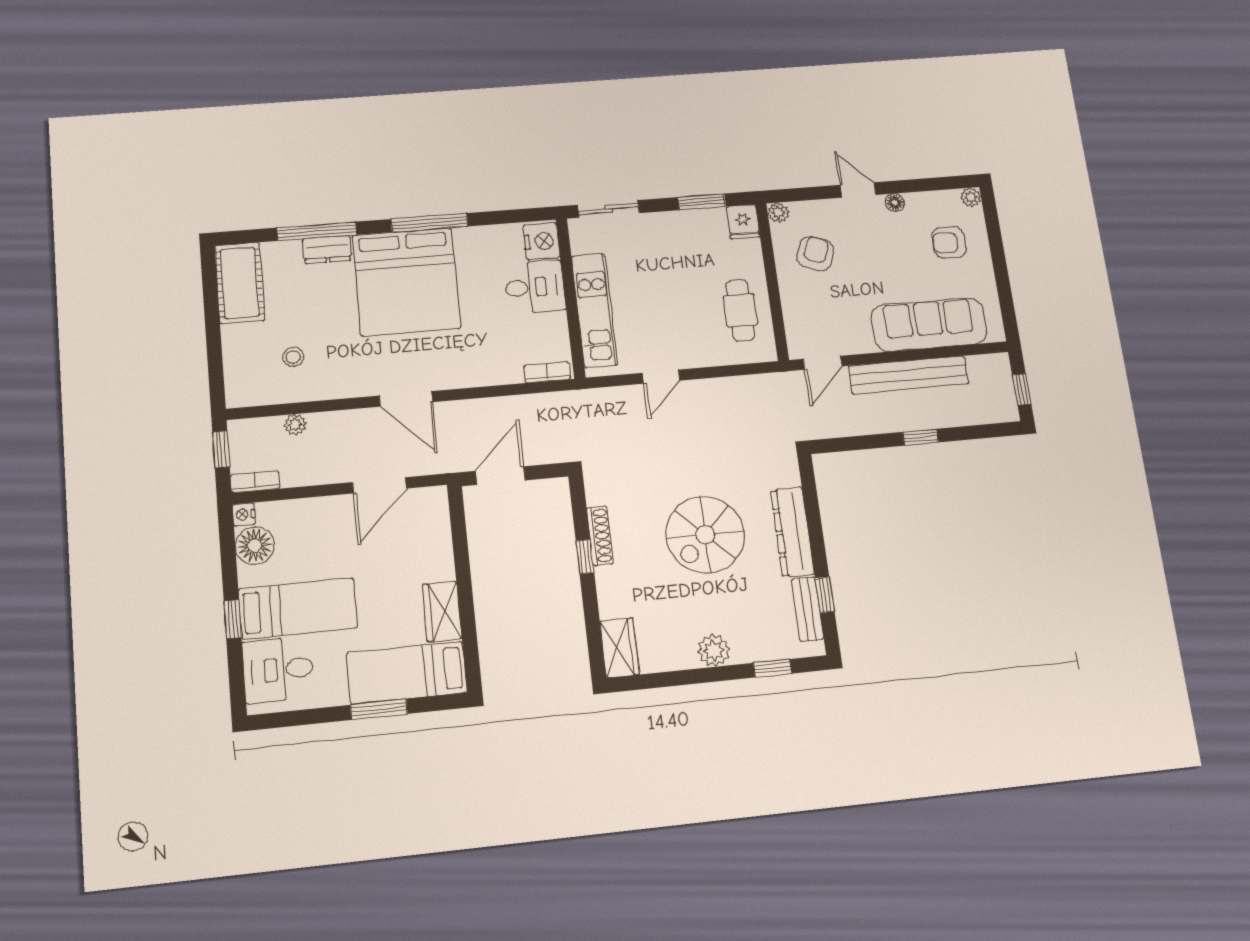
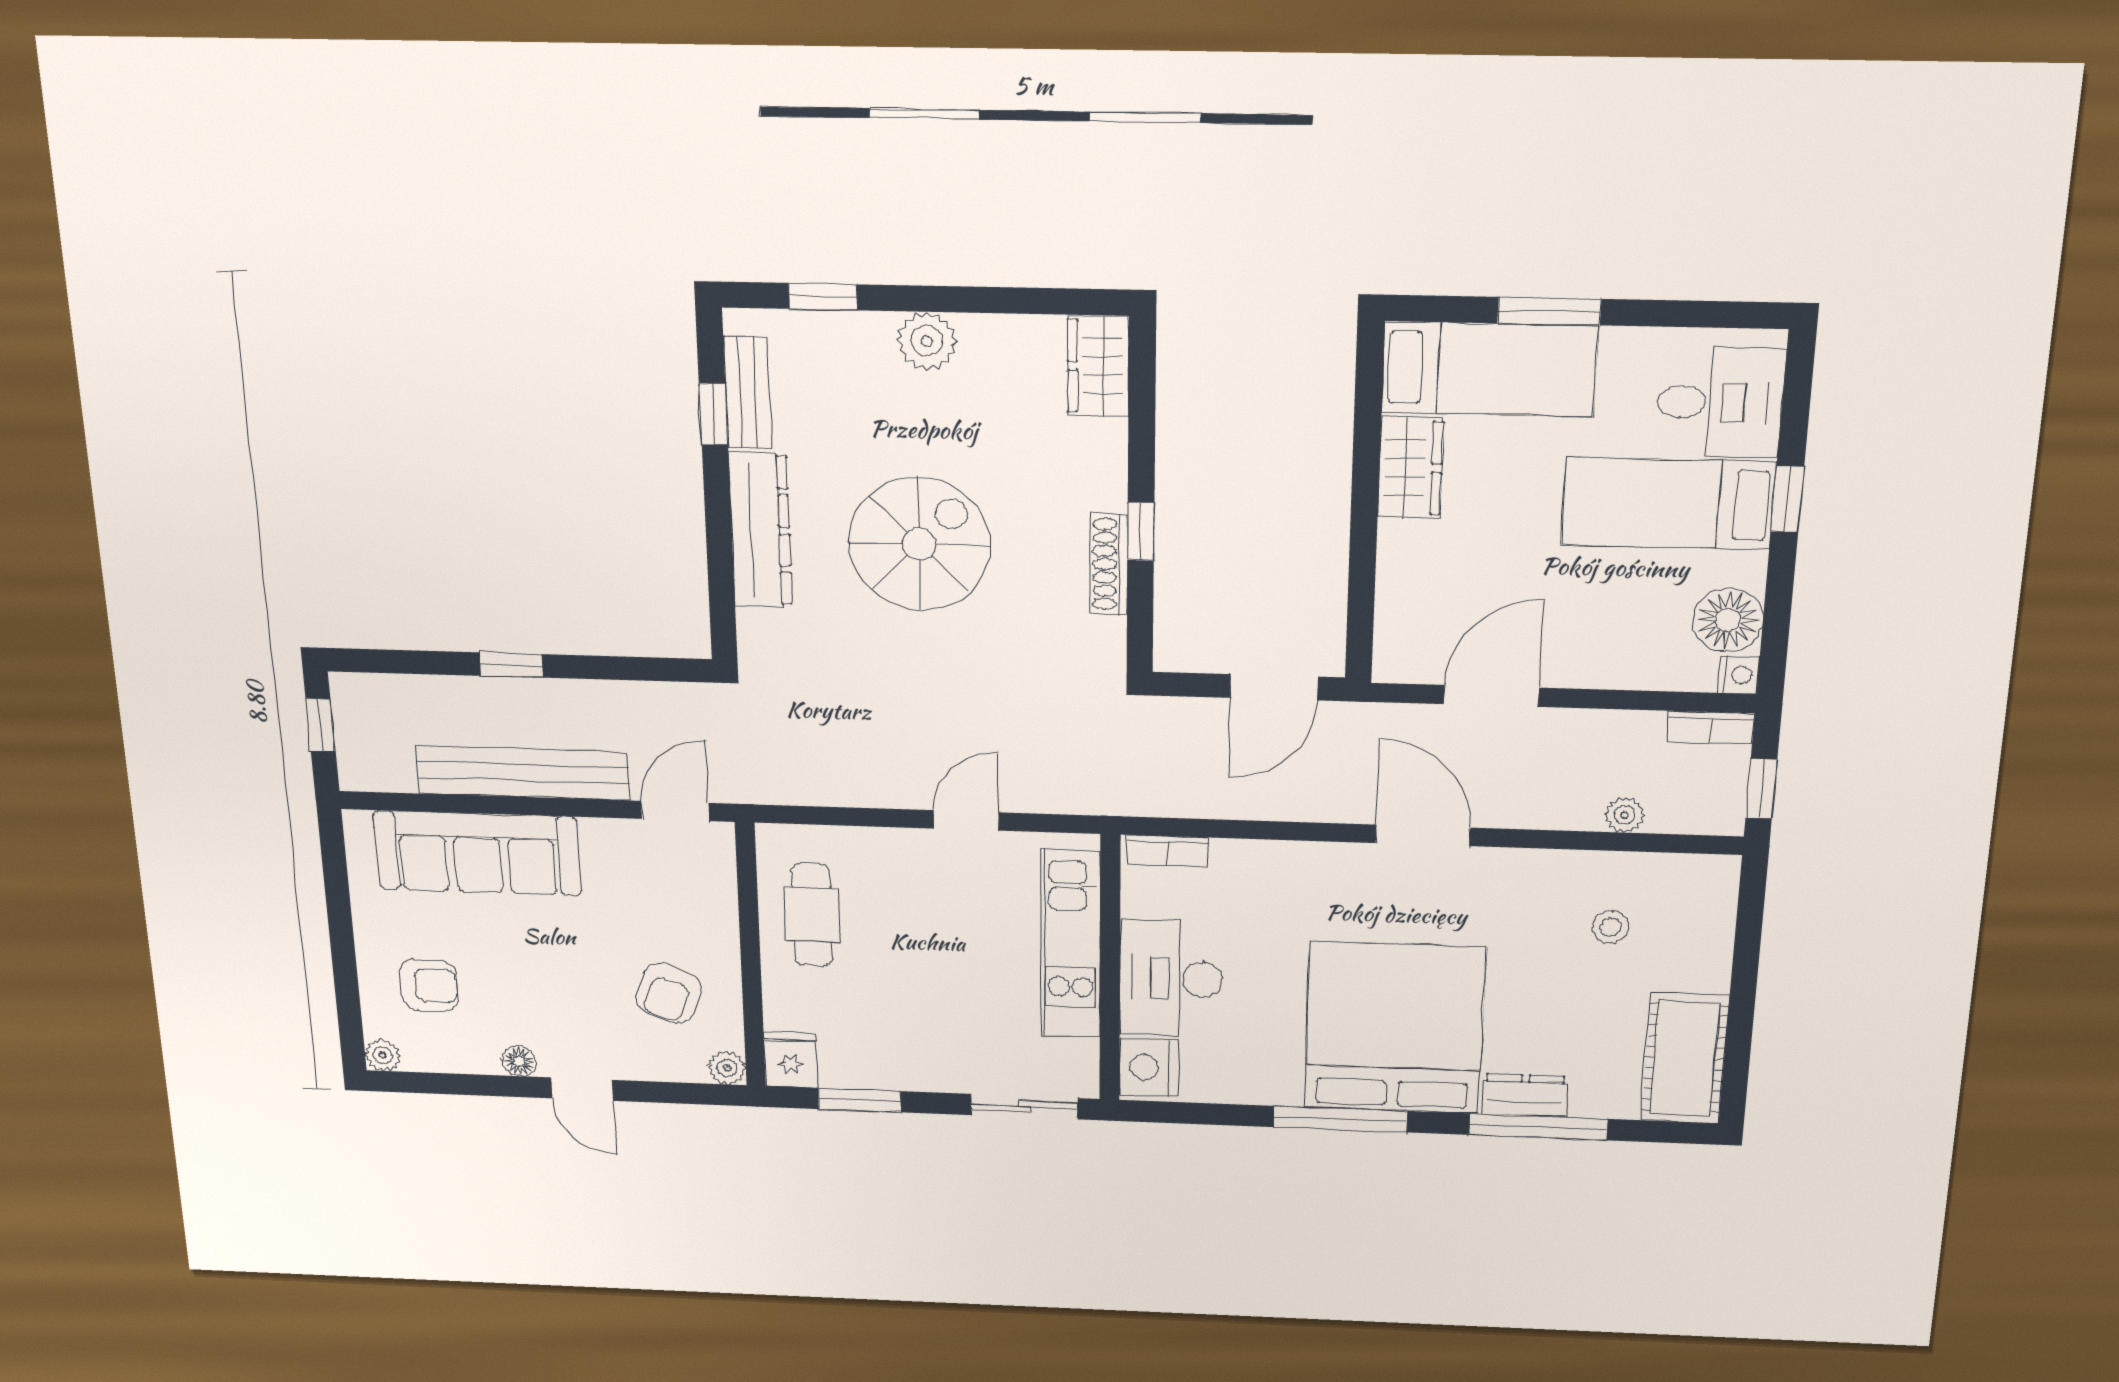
desk: (535, 287) -> (1171, 978), width x1.37

